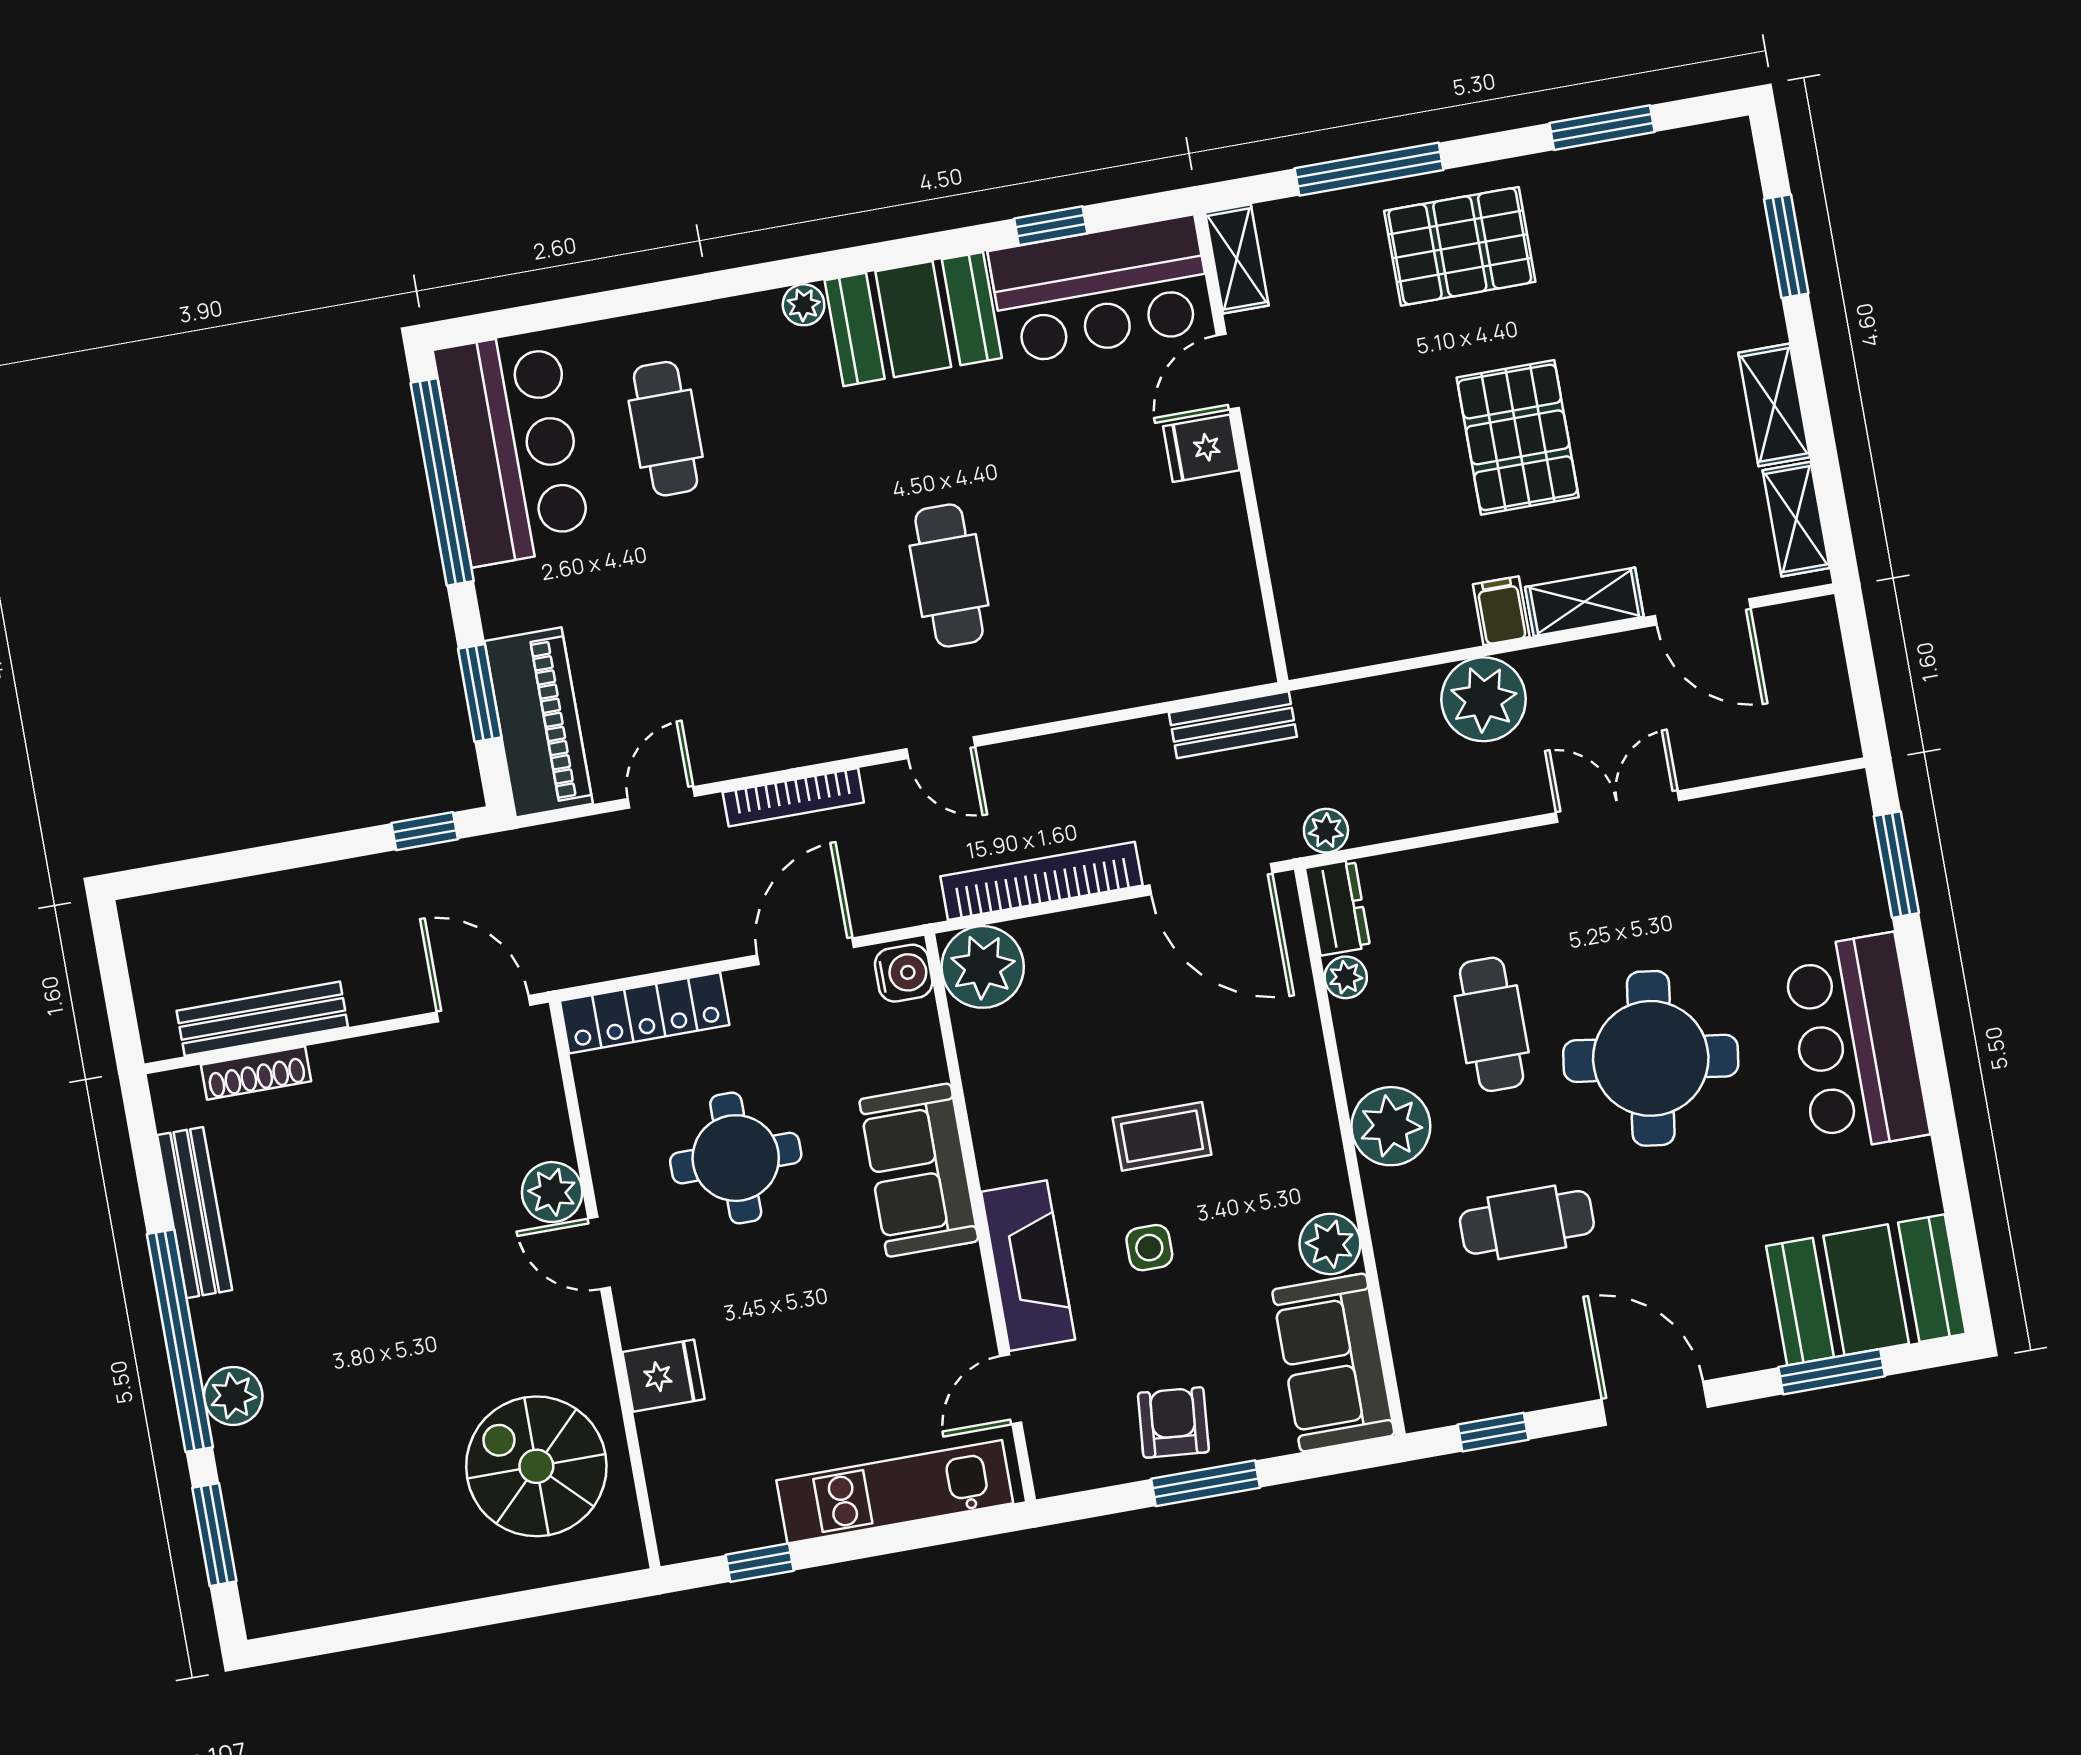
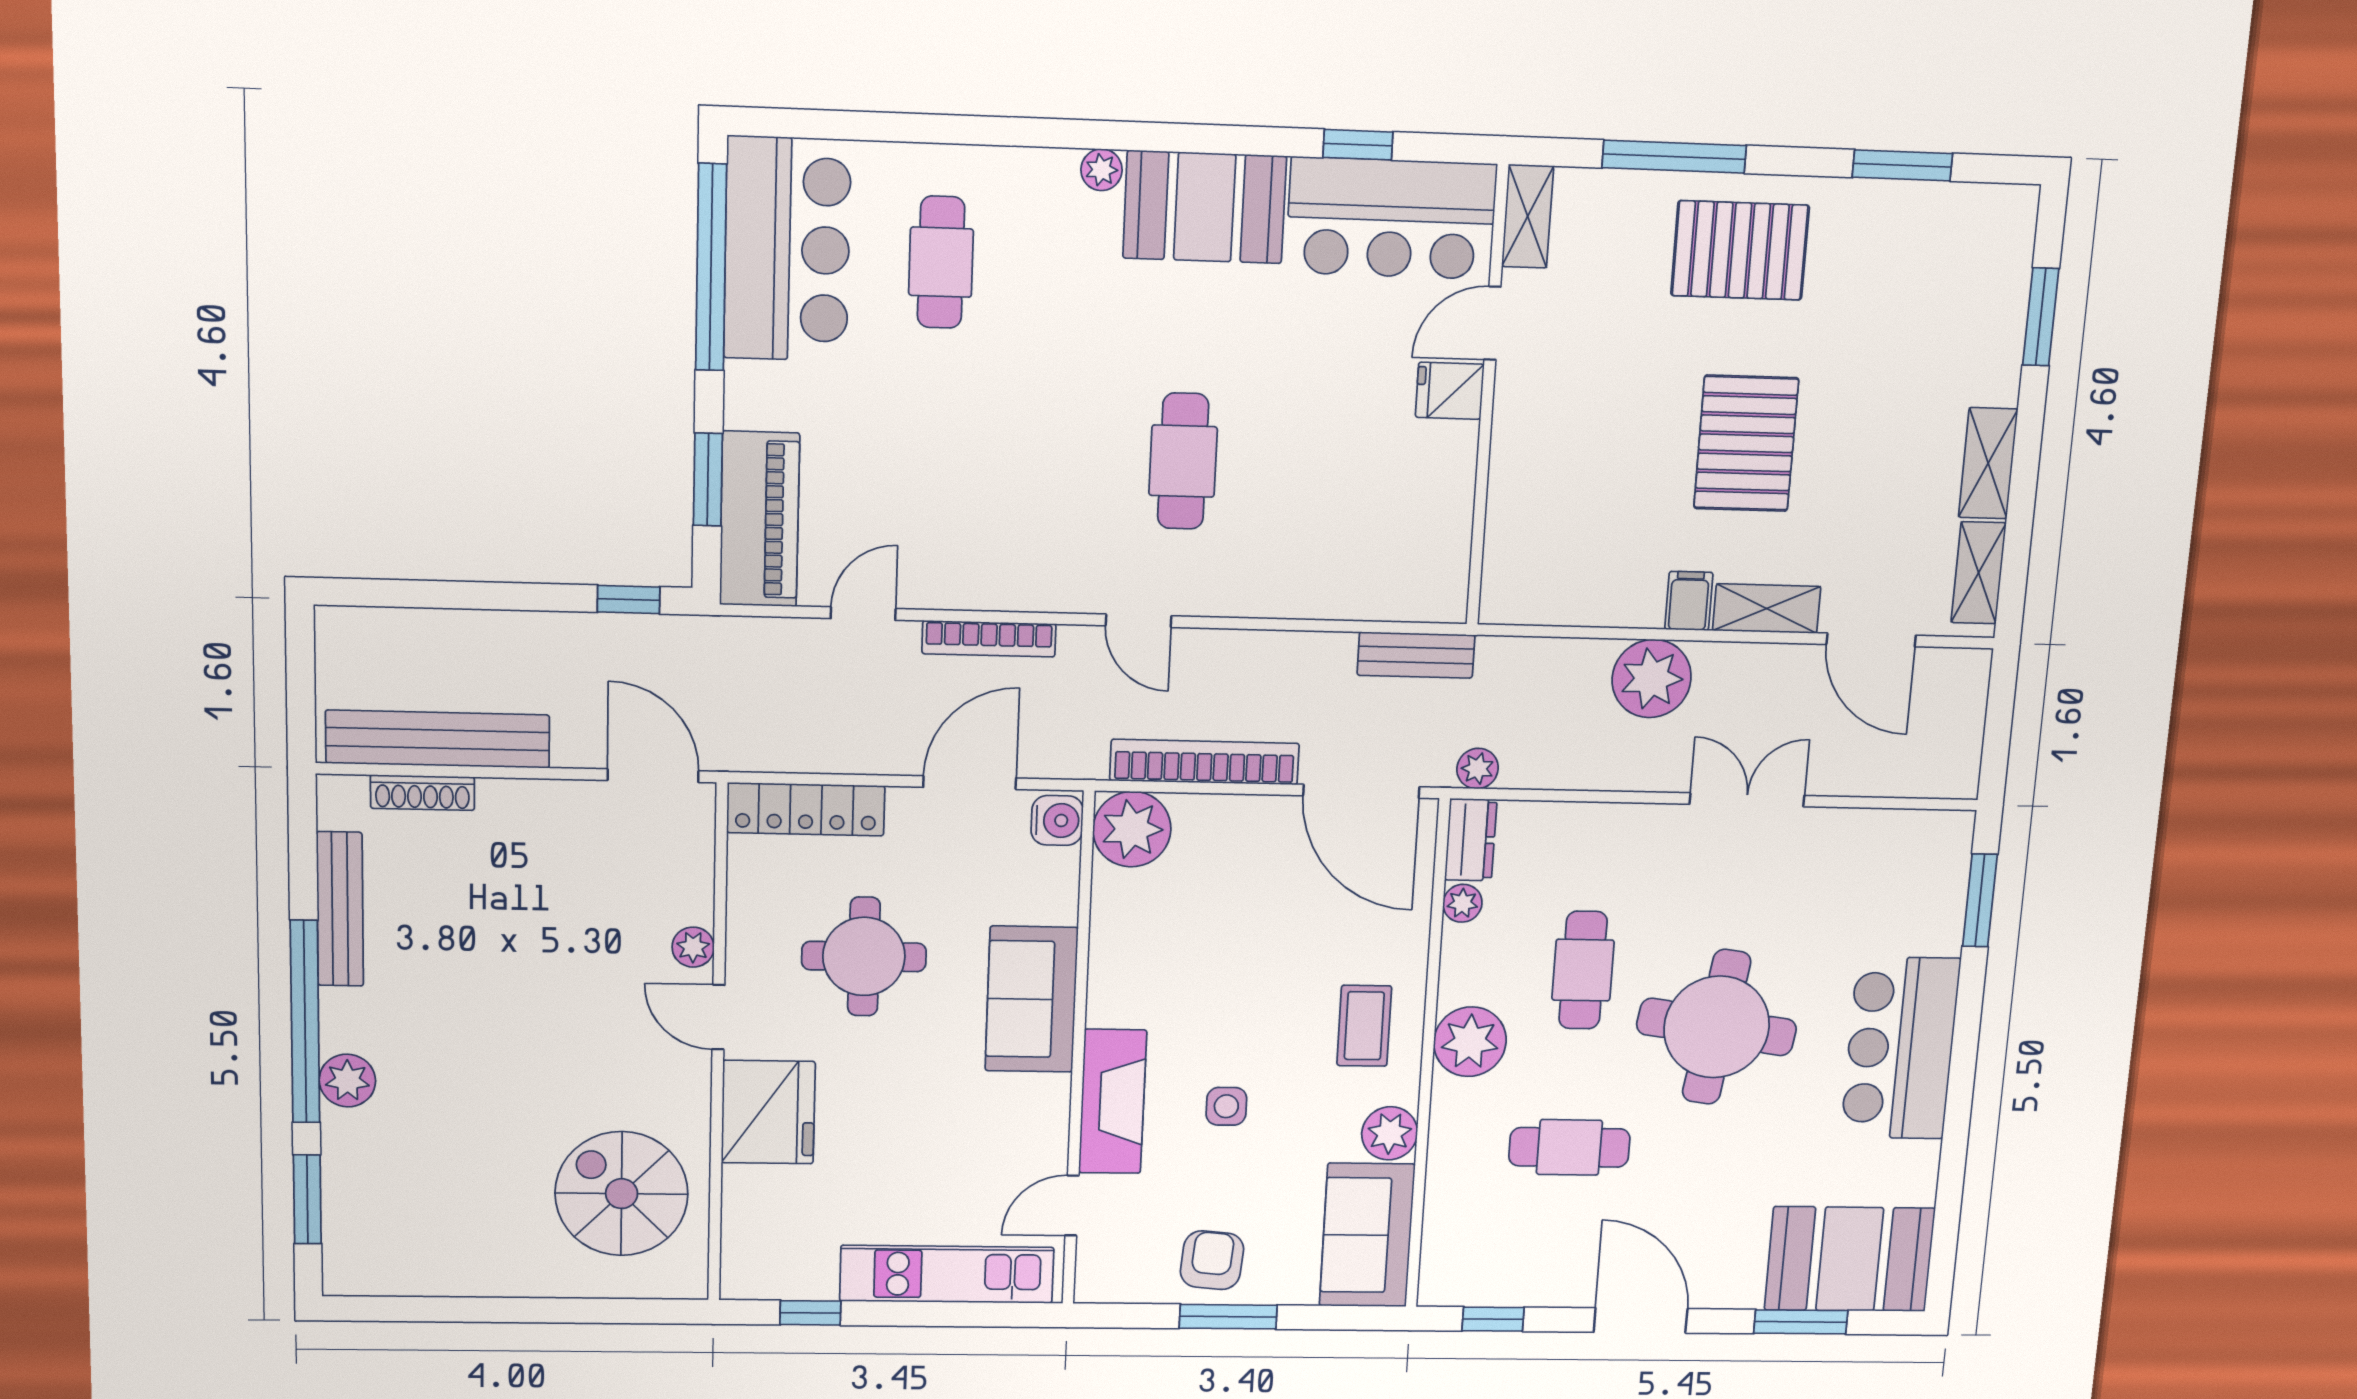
bench: (262, 1019) -> (438, 739), width x1.37, depth x1.21
coffee table: (1162, 1136) -> (1364, 1026), moved, turned 90
plant: (552, 1192) -> (693, 947), width x0.73, depth x0.73
fridge: (663, 1376) -> (768, 1112), width x1.88, depth x1.34

